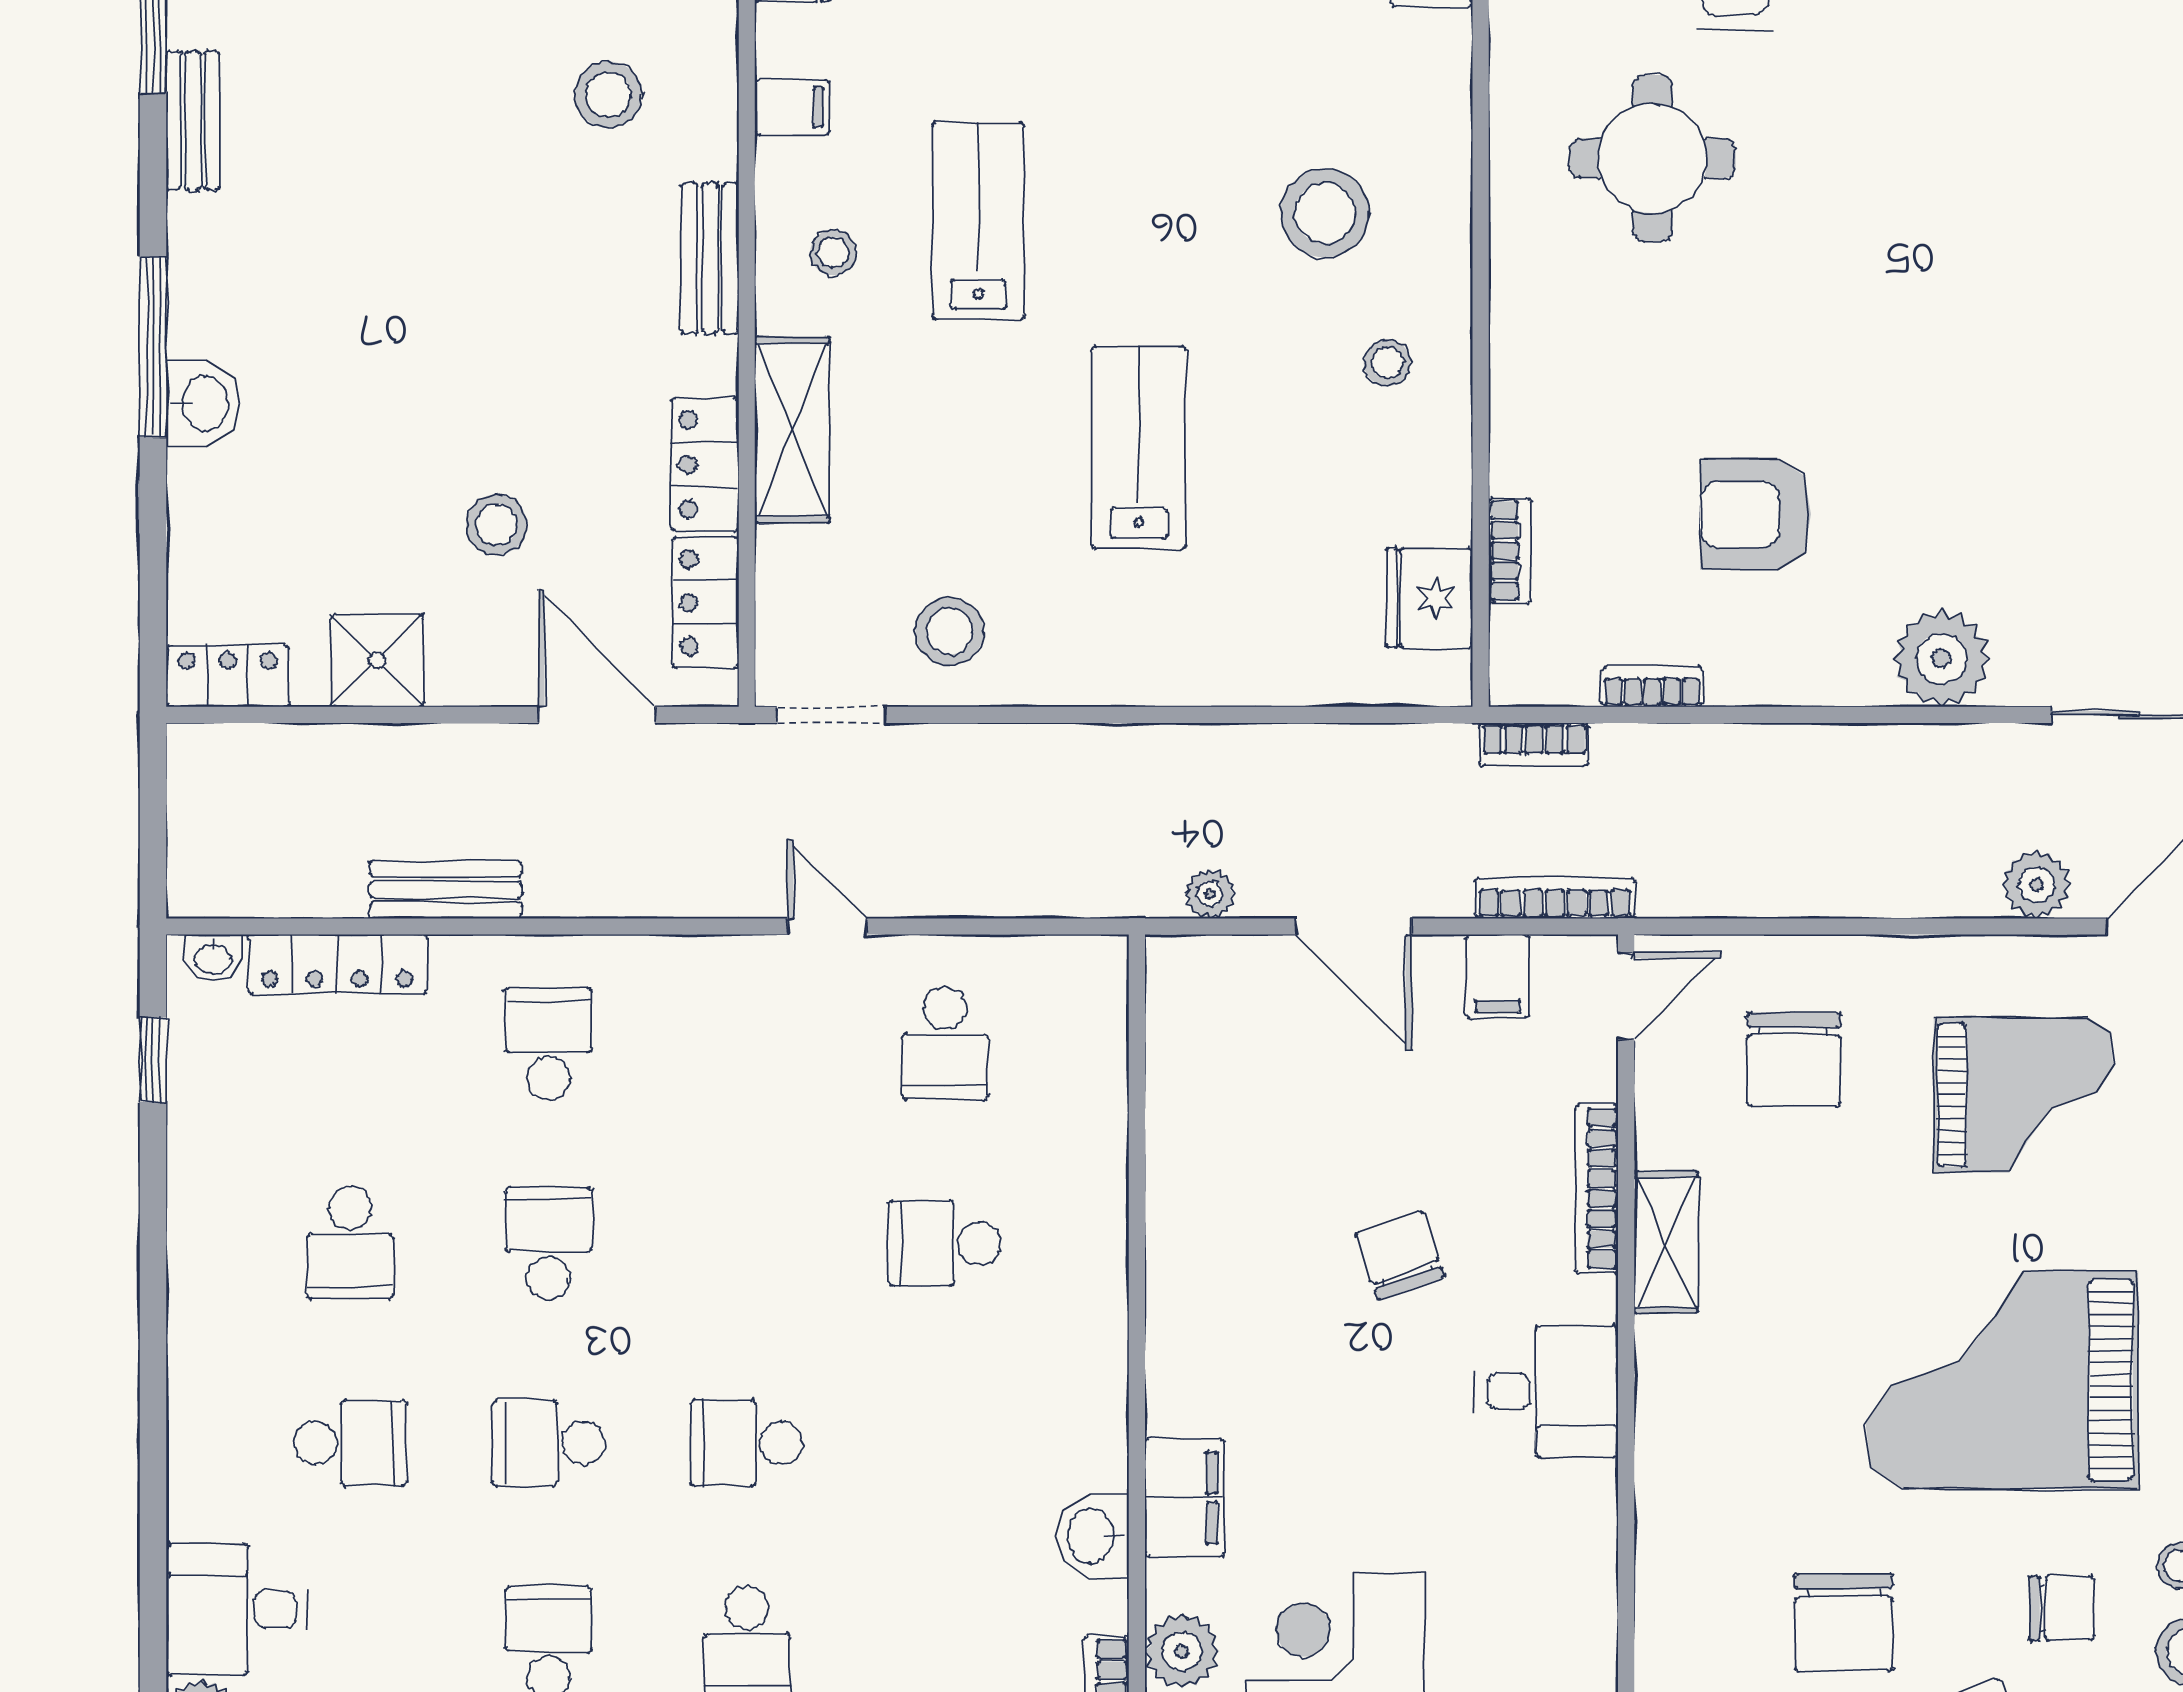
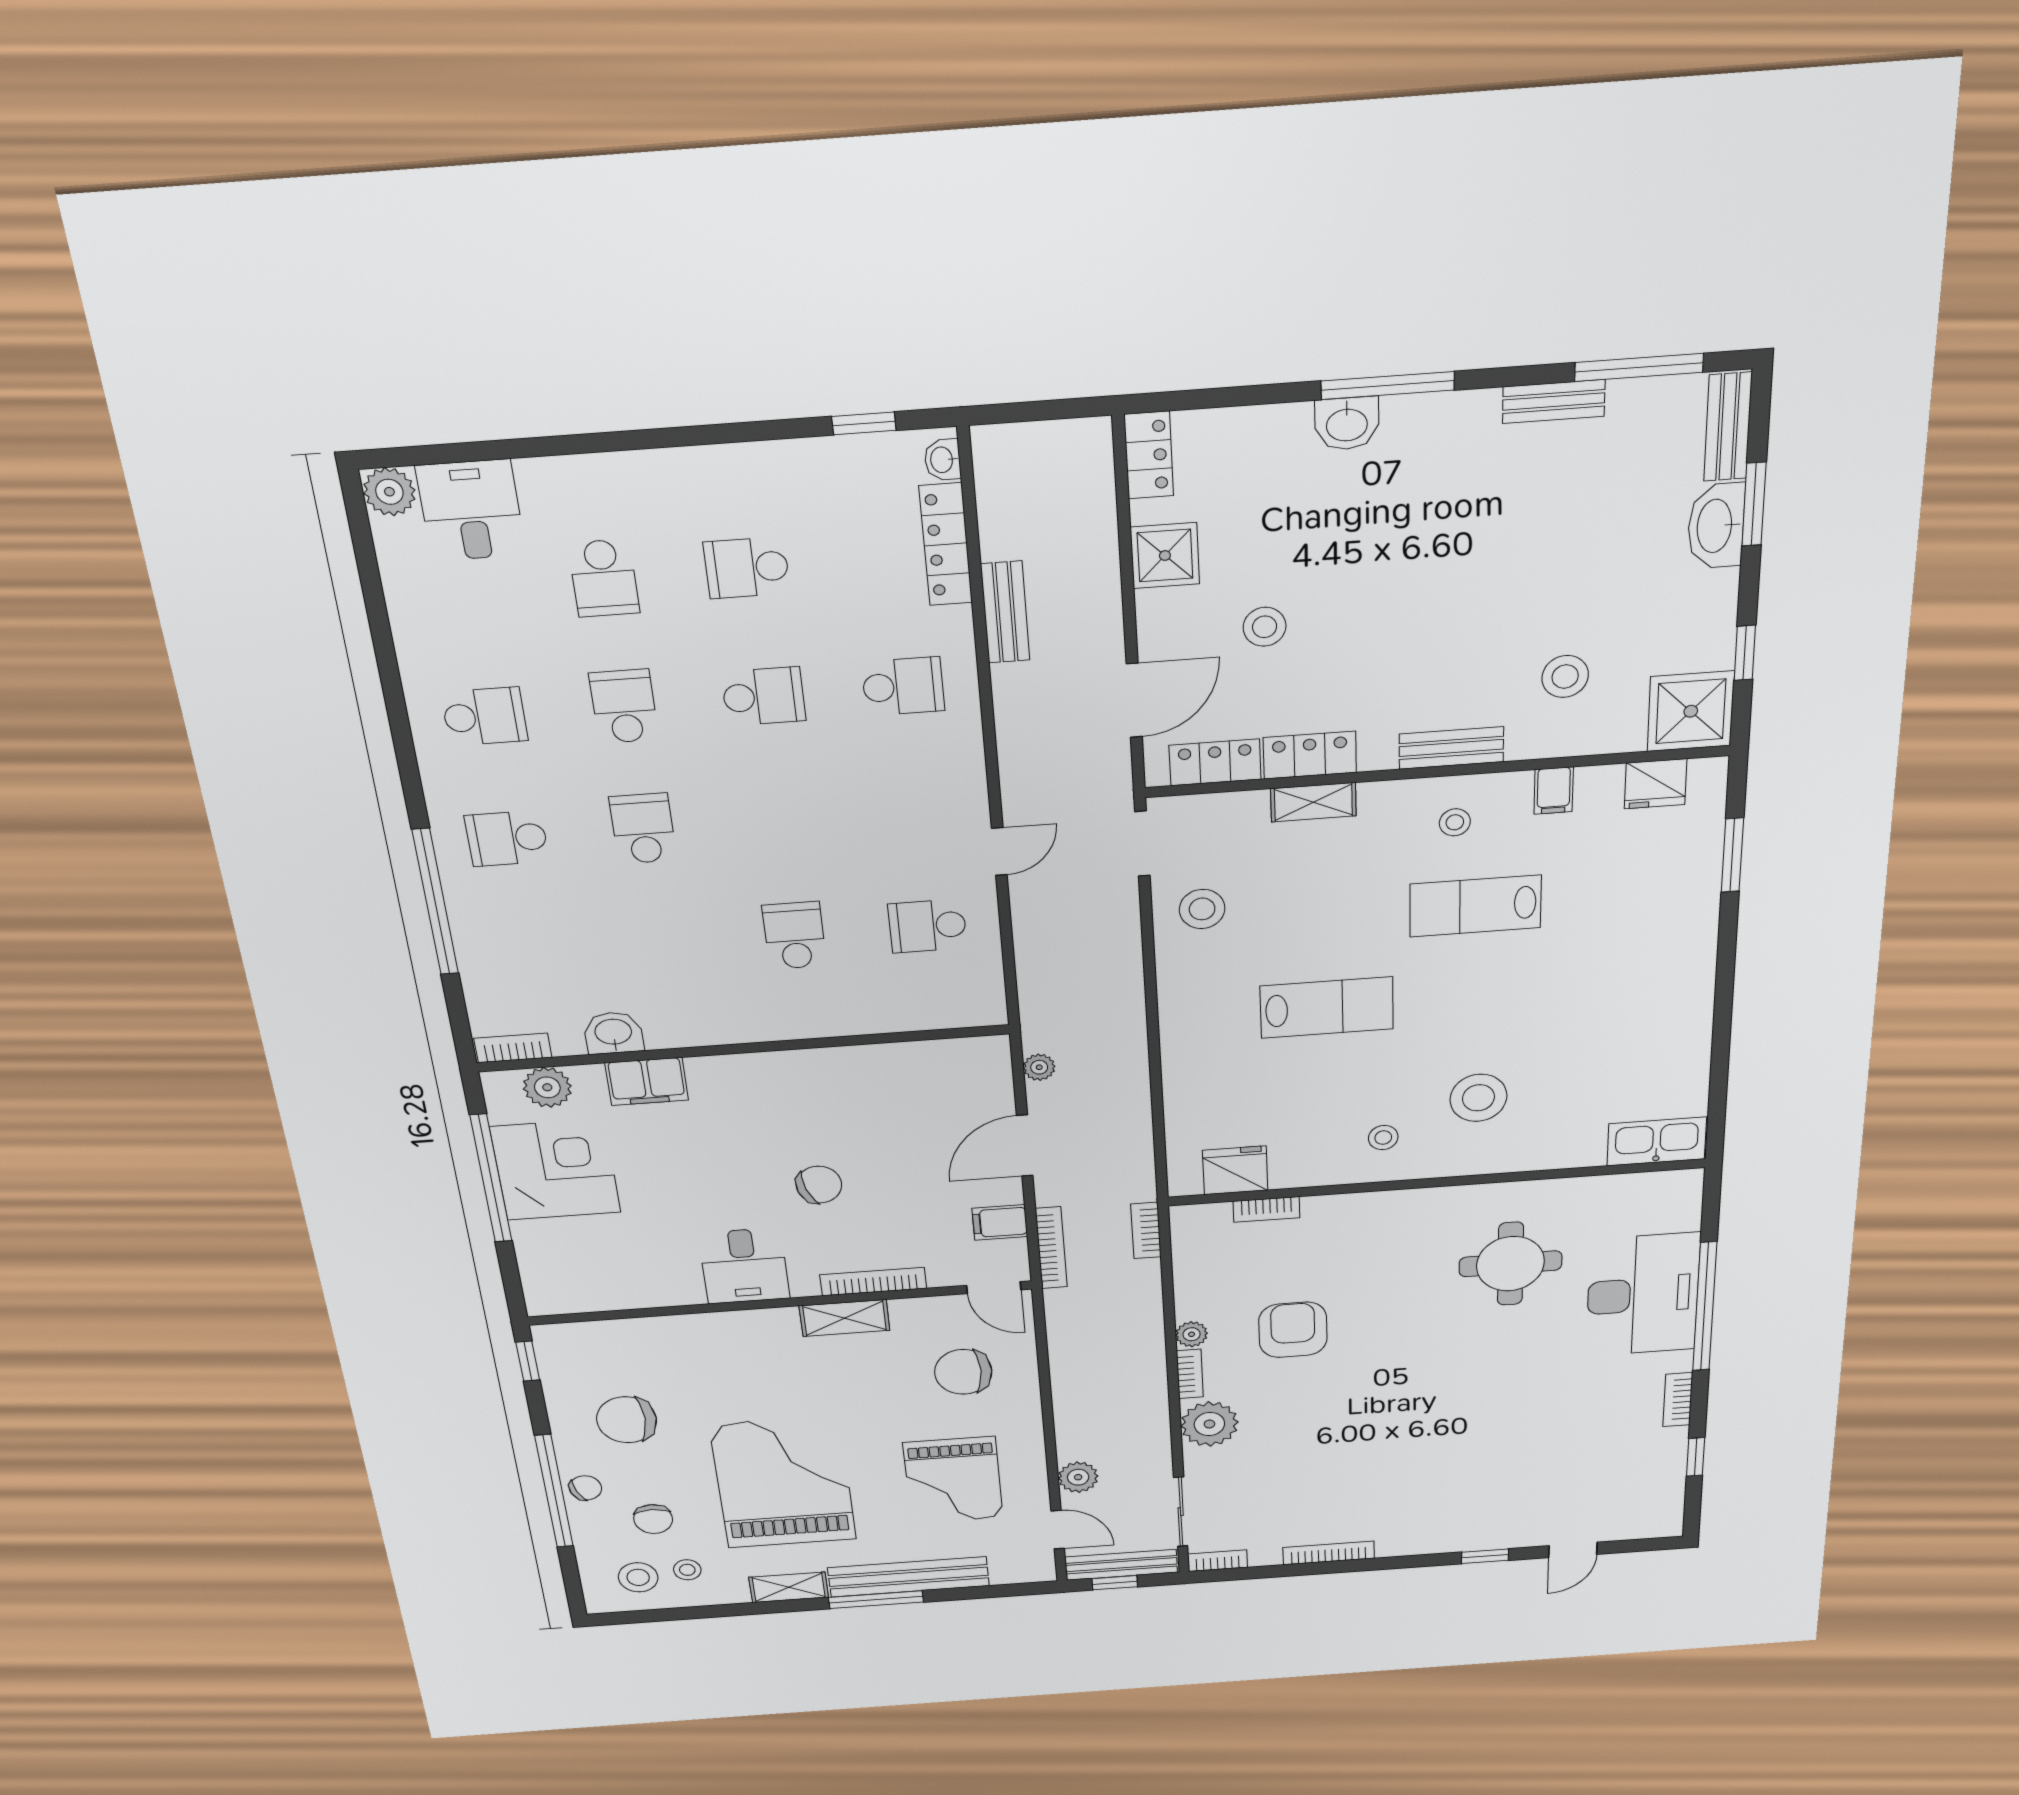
lab bench: (978, 221) -> (1475, 906), turned 180
shelving: (792, 430) -> (1313, 802), width x0.67, depth x0.75
plant: (1750, 681) -> (1192, 1334), added
bookcase: (1652, 687) -> (1190, 1374), moved

